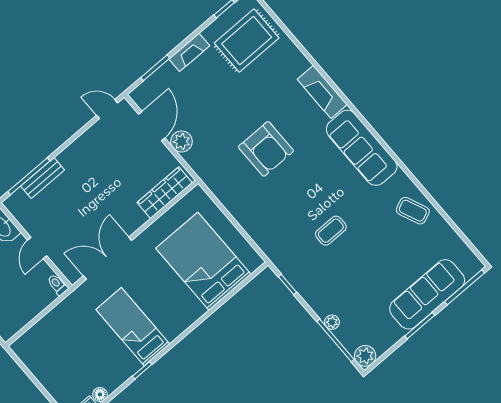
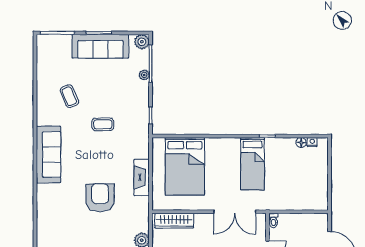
fireplace: (322, 92) -> (142, 177), moved, turned 180
coffee table: (413, 211) -> (69, 96), moved
sofa: (427, 294) -> (100, 46), moved

